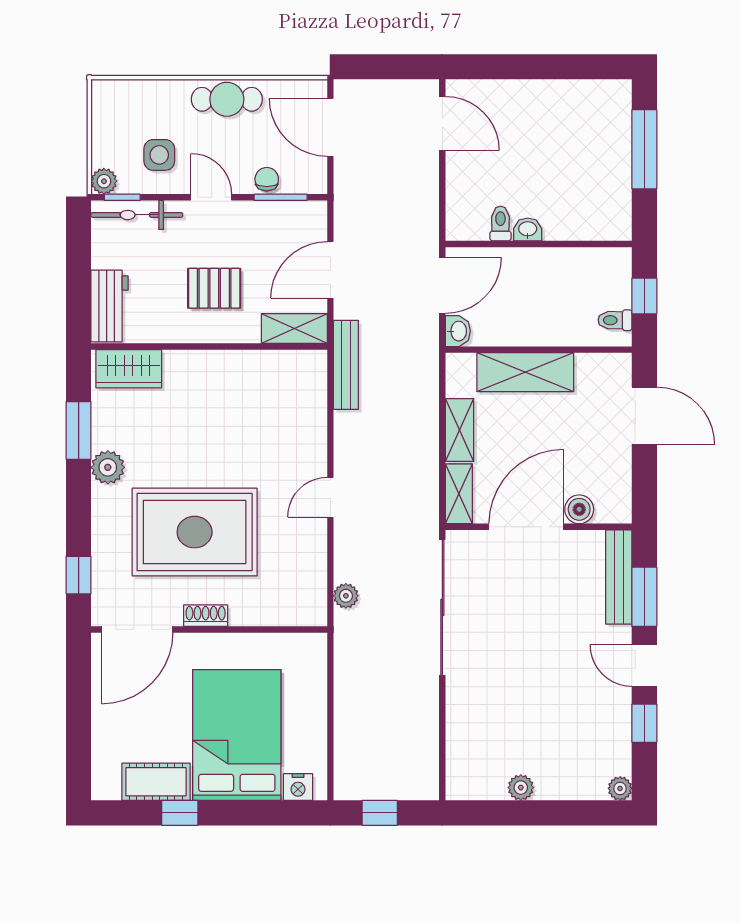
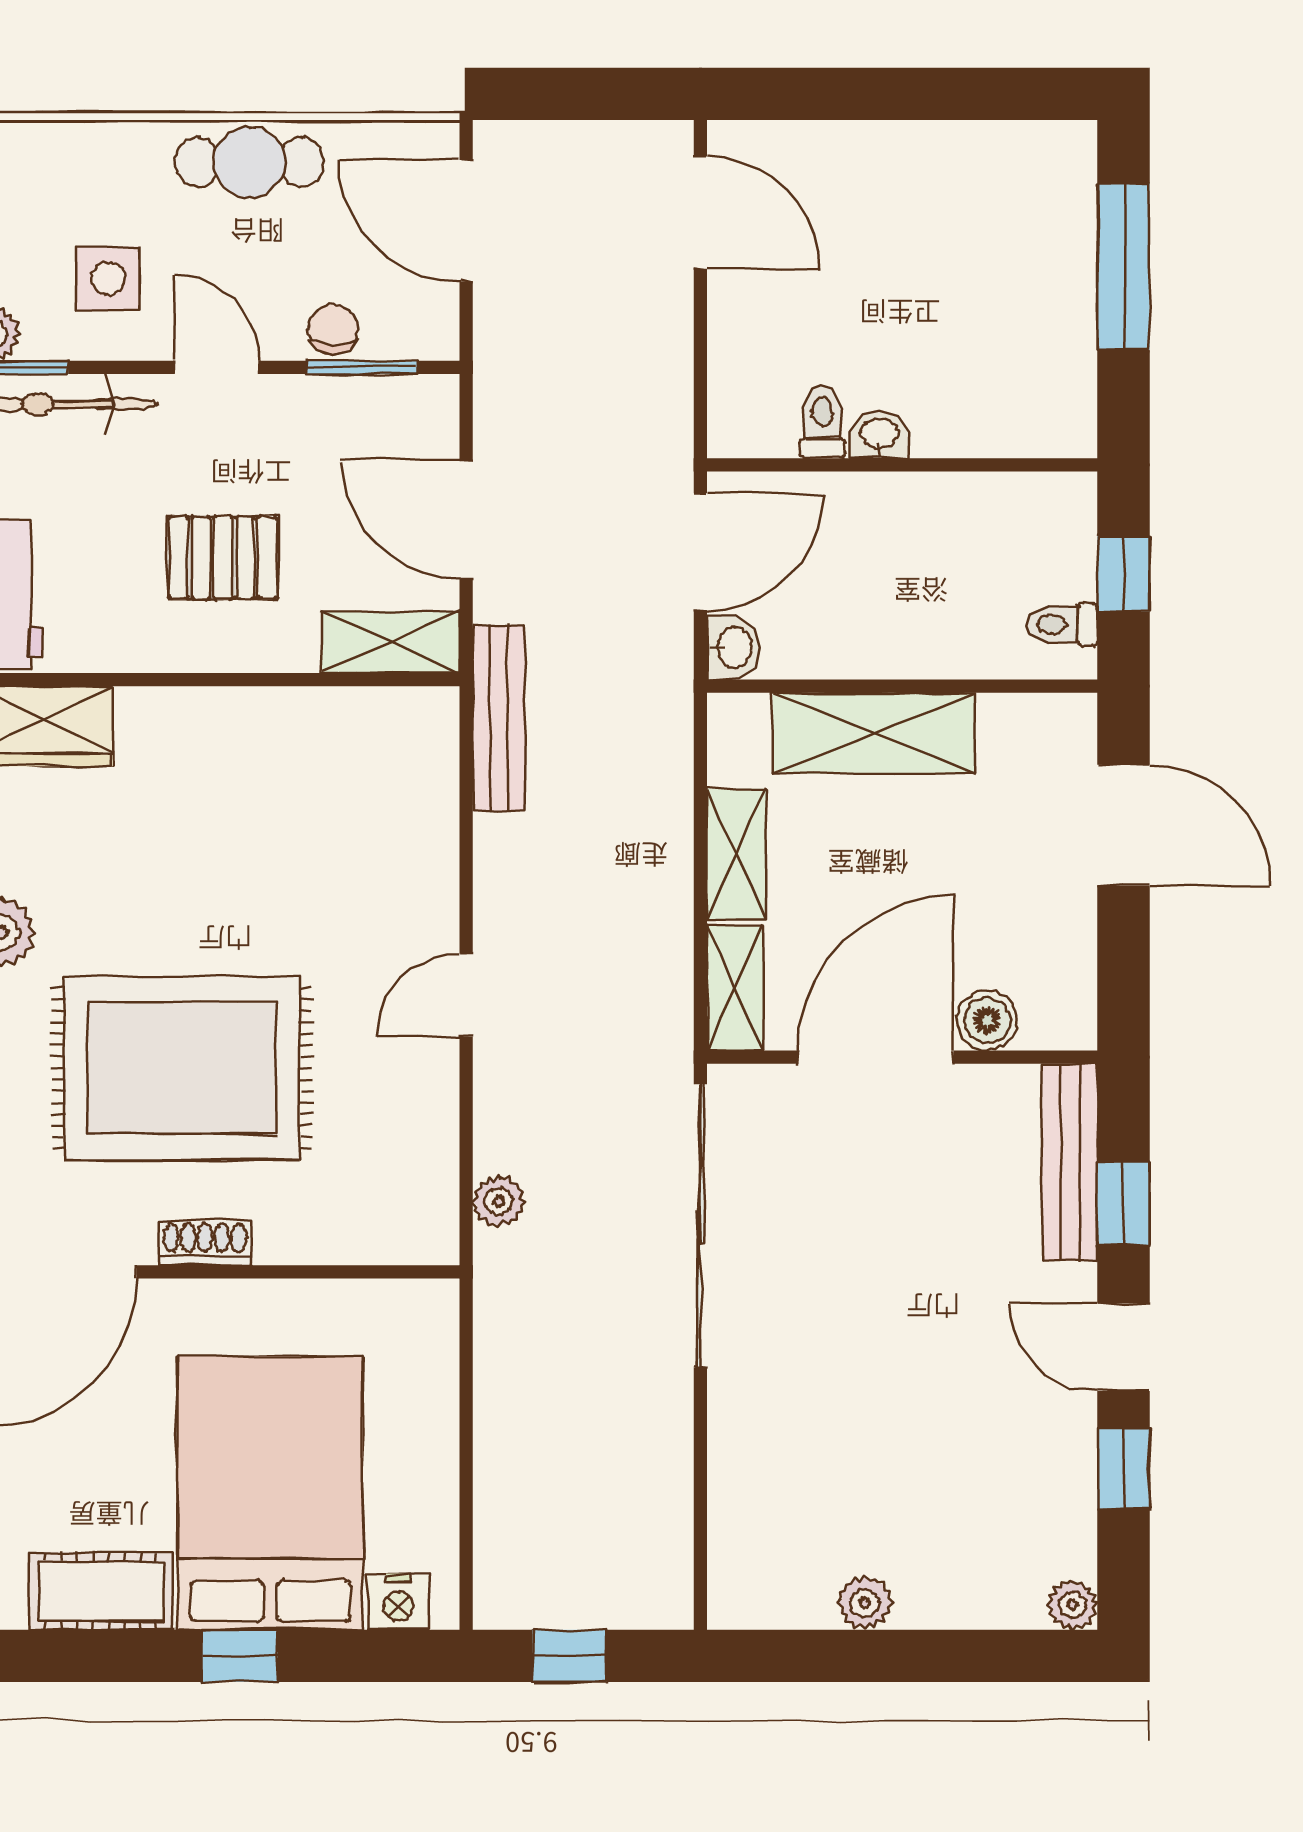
door: (330, 270) -> (466, 519), hinge flipped
window: (644, 597) -> (1124, 1203), width x0.67
window: (180, 813) -> (240, 1656), moved

